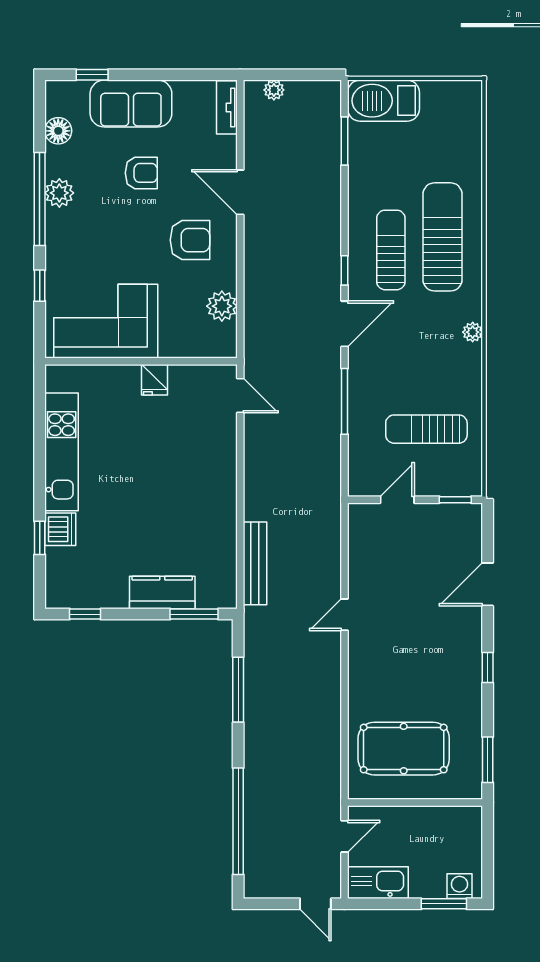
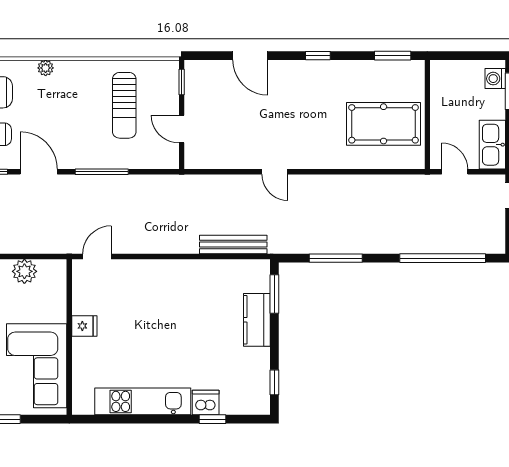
pool table: (404, 749) -> (384, 124), turned 90

